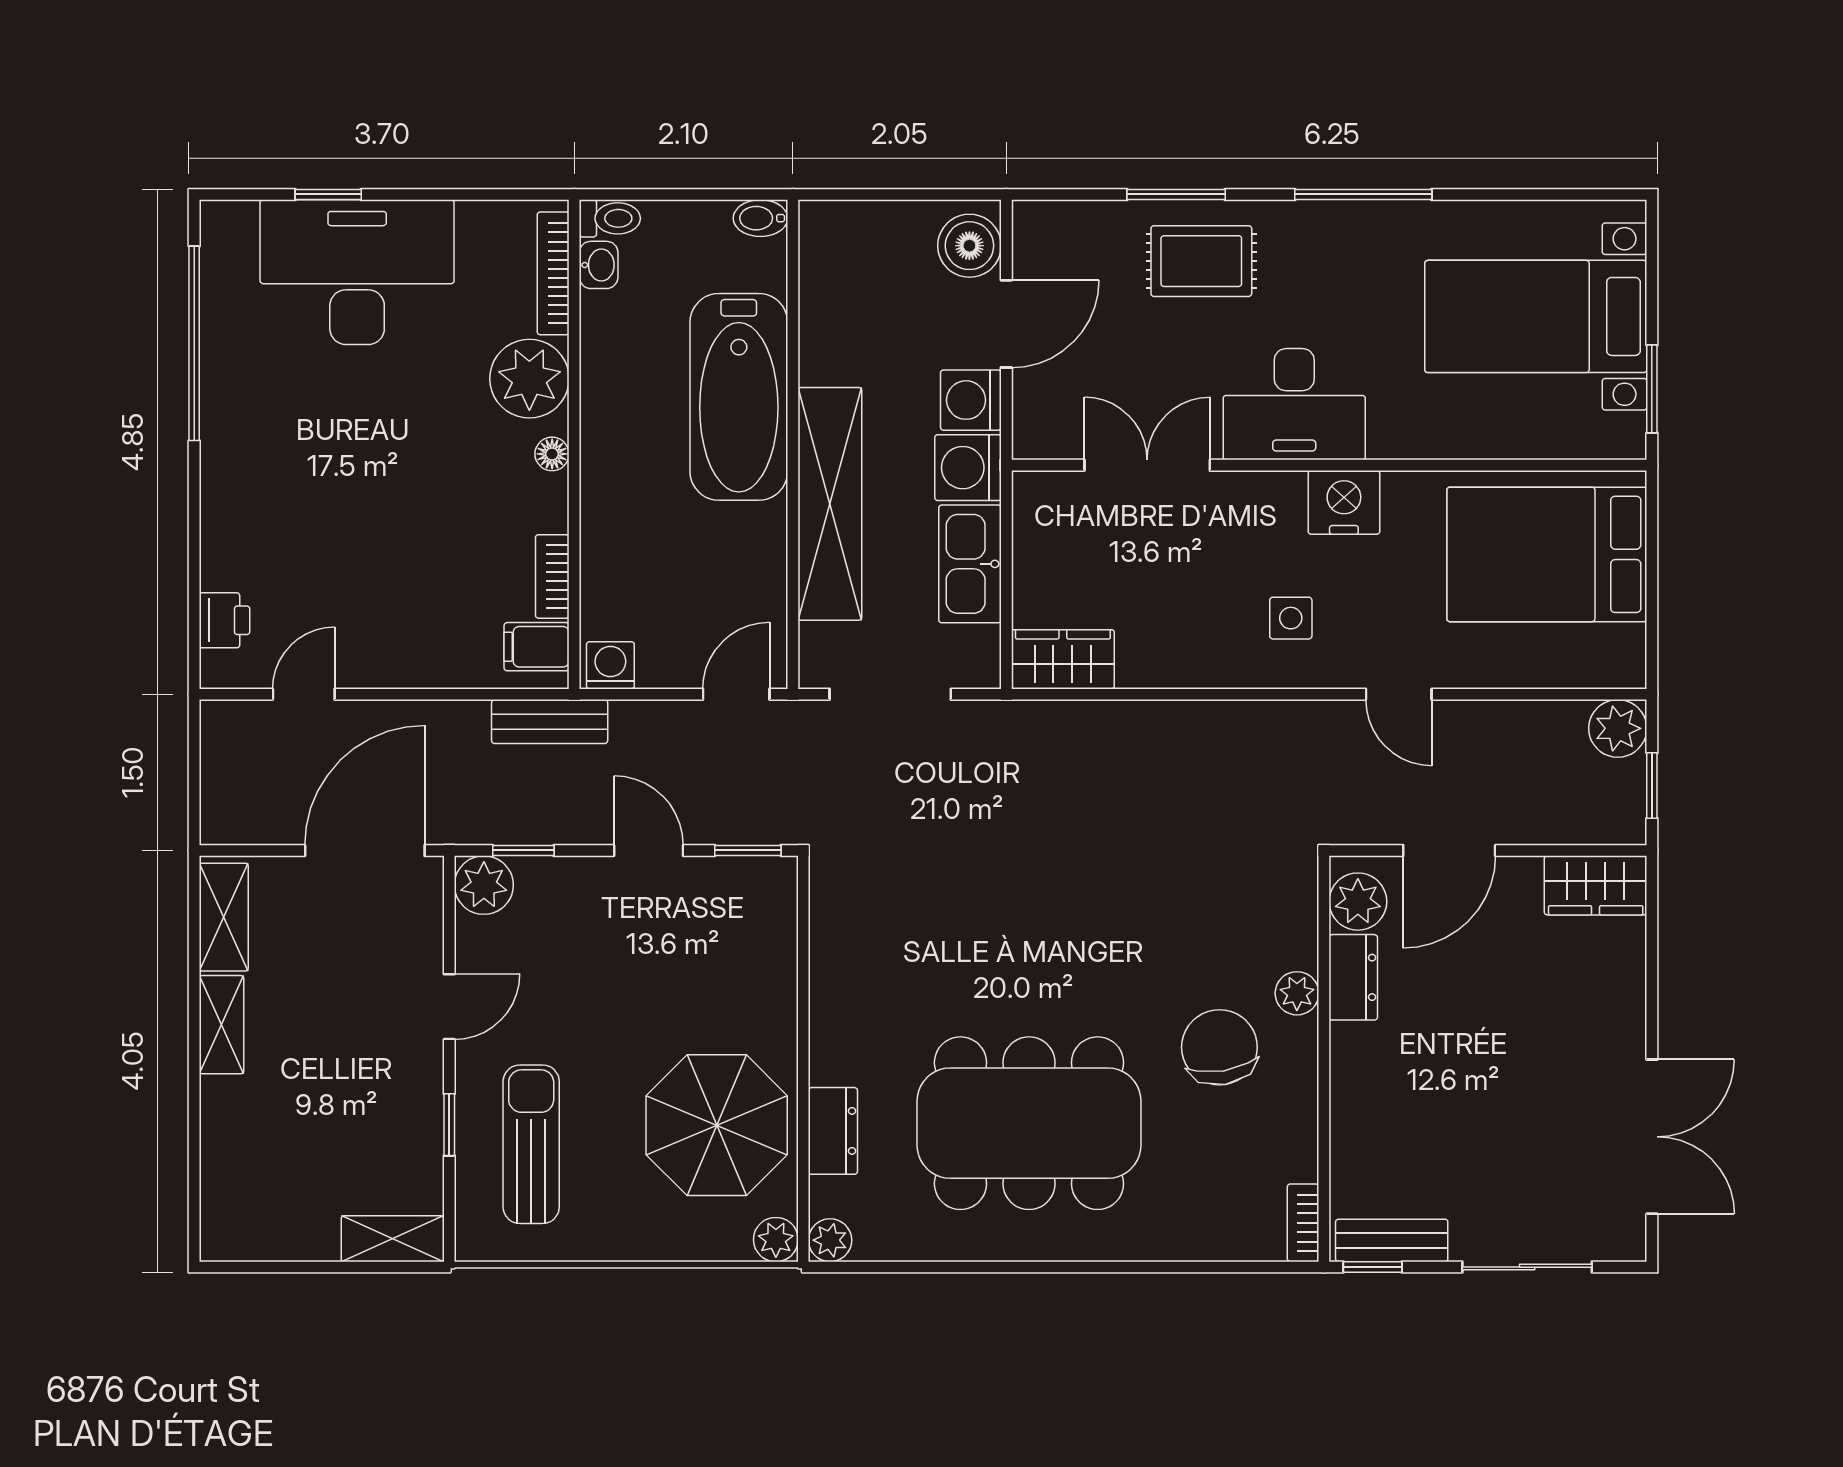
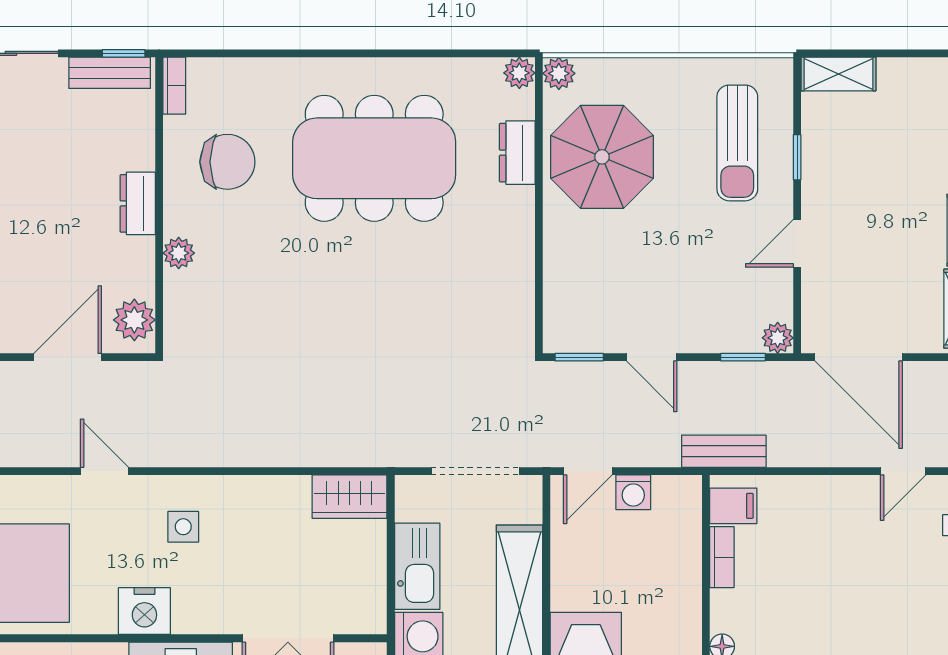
washing machine: (610, 665) -> (633, 492), moved
door: (365, 850) -> (859, 357), hinge flipped
plant: (484, 885) -> (778, 338), width x0.73, depth x0.73
dresser: (1353, 977) -> (138, 203), moved
chair: (1219, 1047) -> (227, 162), moved, turned -81

